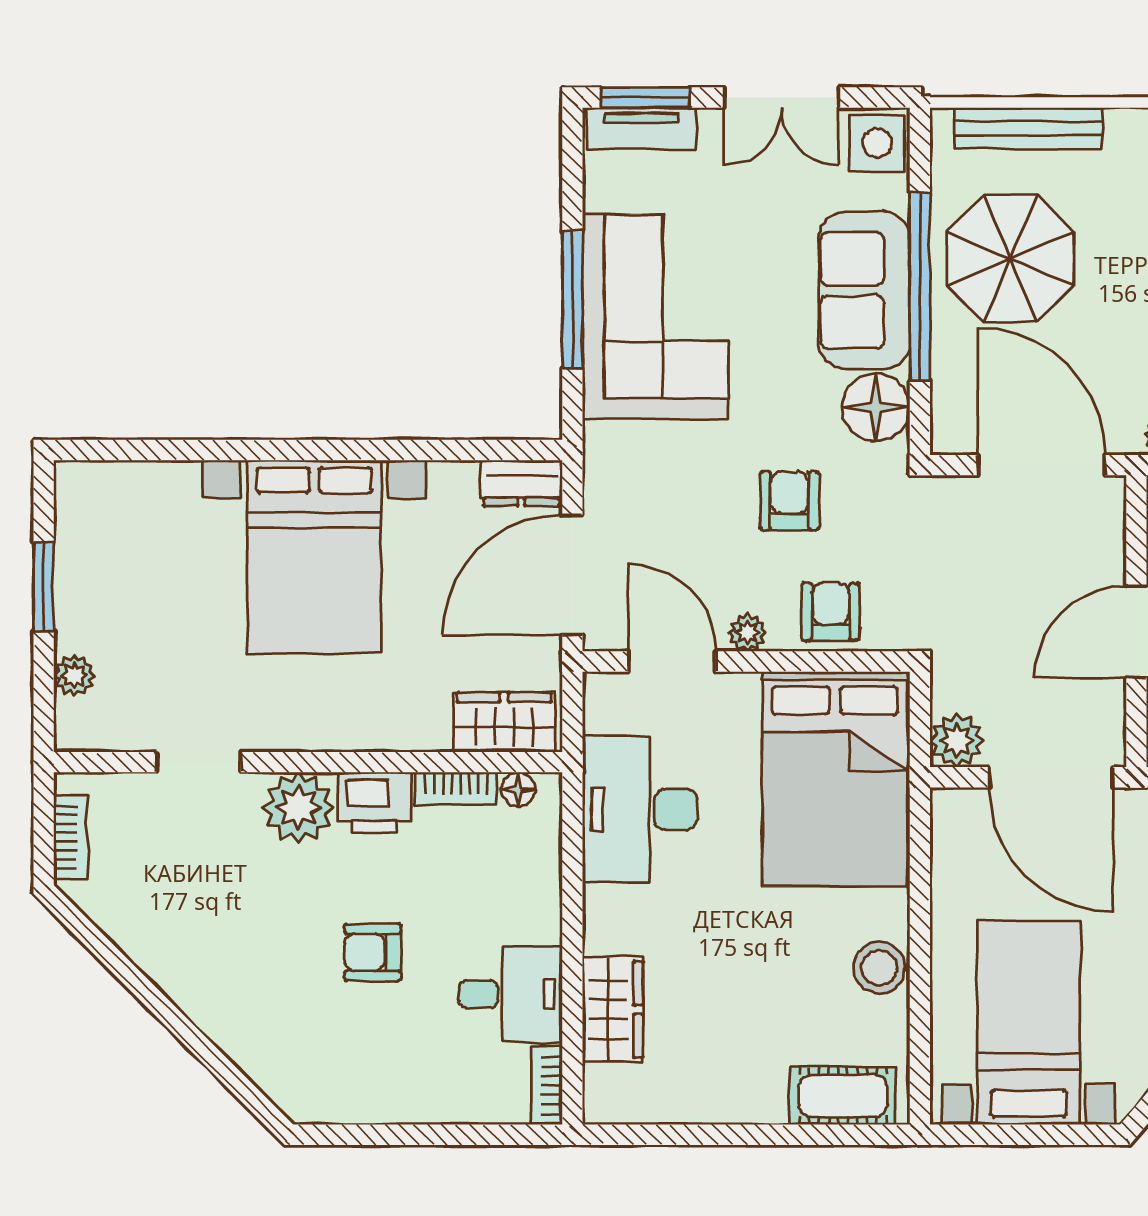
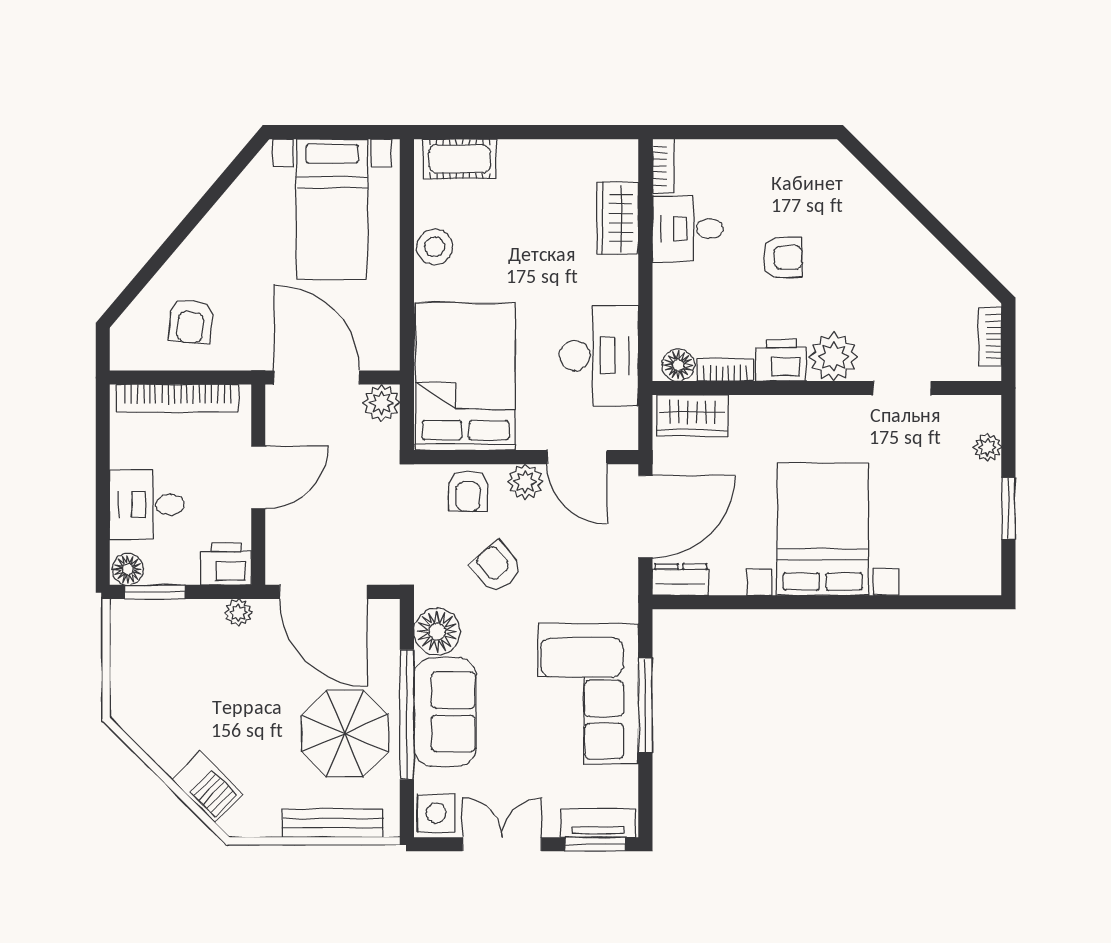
armchair: (789, 501) -> (496, 567), turned 140
plant: (747, 633) -> (525, 482), width x1.38, depth x1.38
floor lamp: (518, 789) -> (678, 365), width x1.37, depth x1.37

